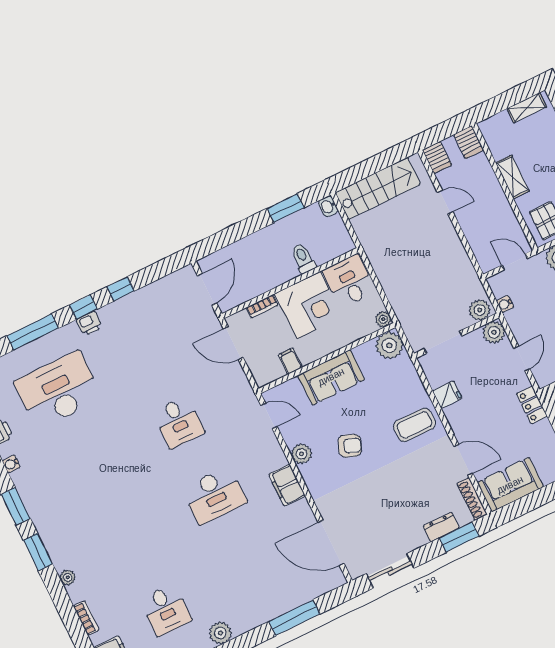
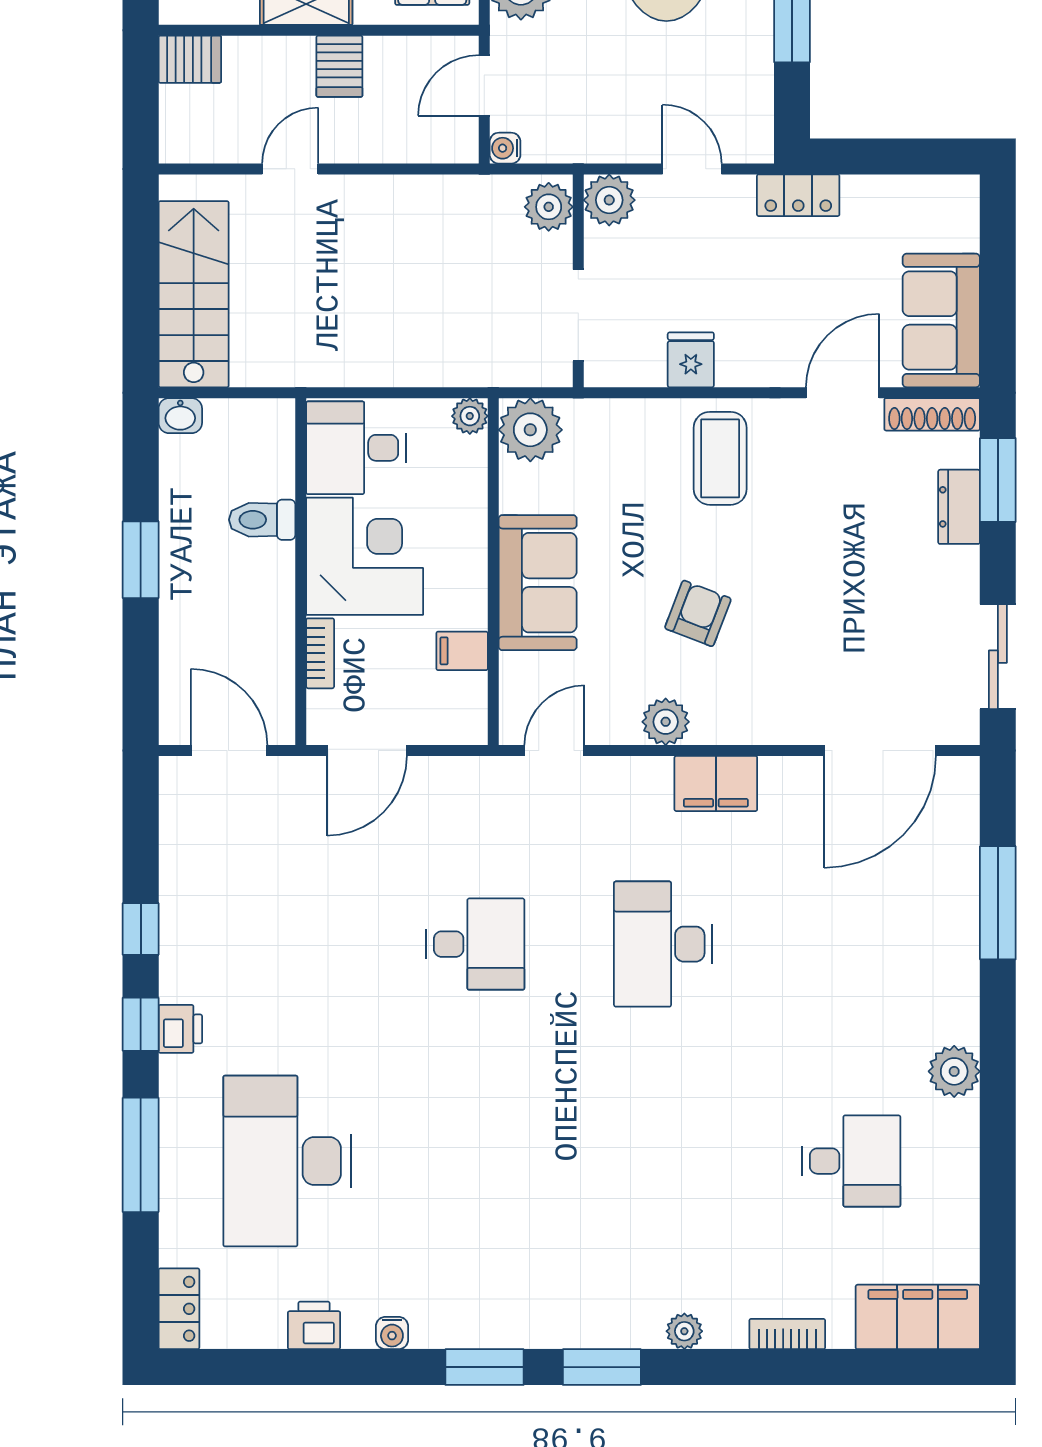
server rack: (437, 157) -> (339, 66), moved, turned 90
window: (286, 208) -> (141, 560), moved
water cooler: (505, 304) -> (505, 148), moved, turned 90
desk: (214, 495) -> (663, 944), turned 180

